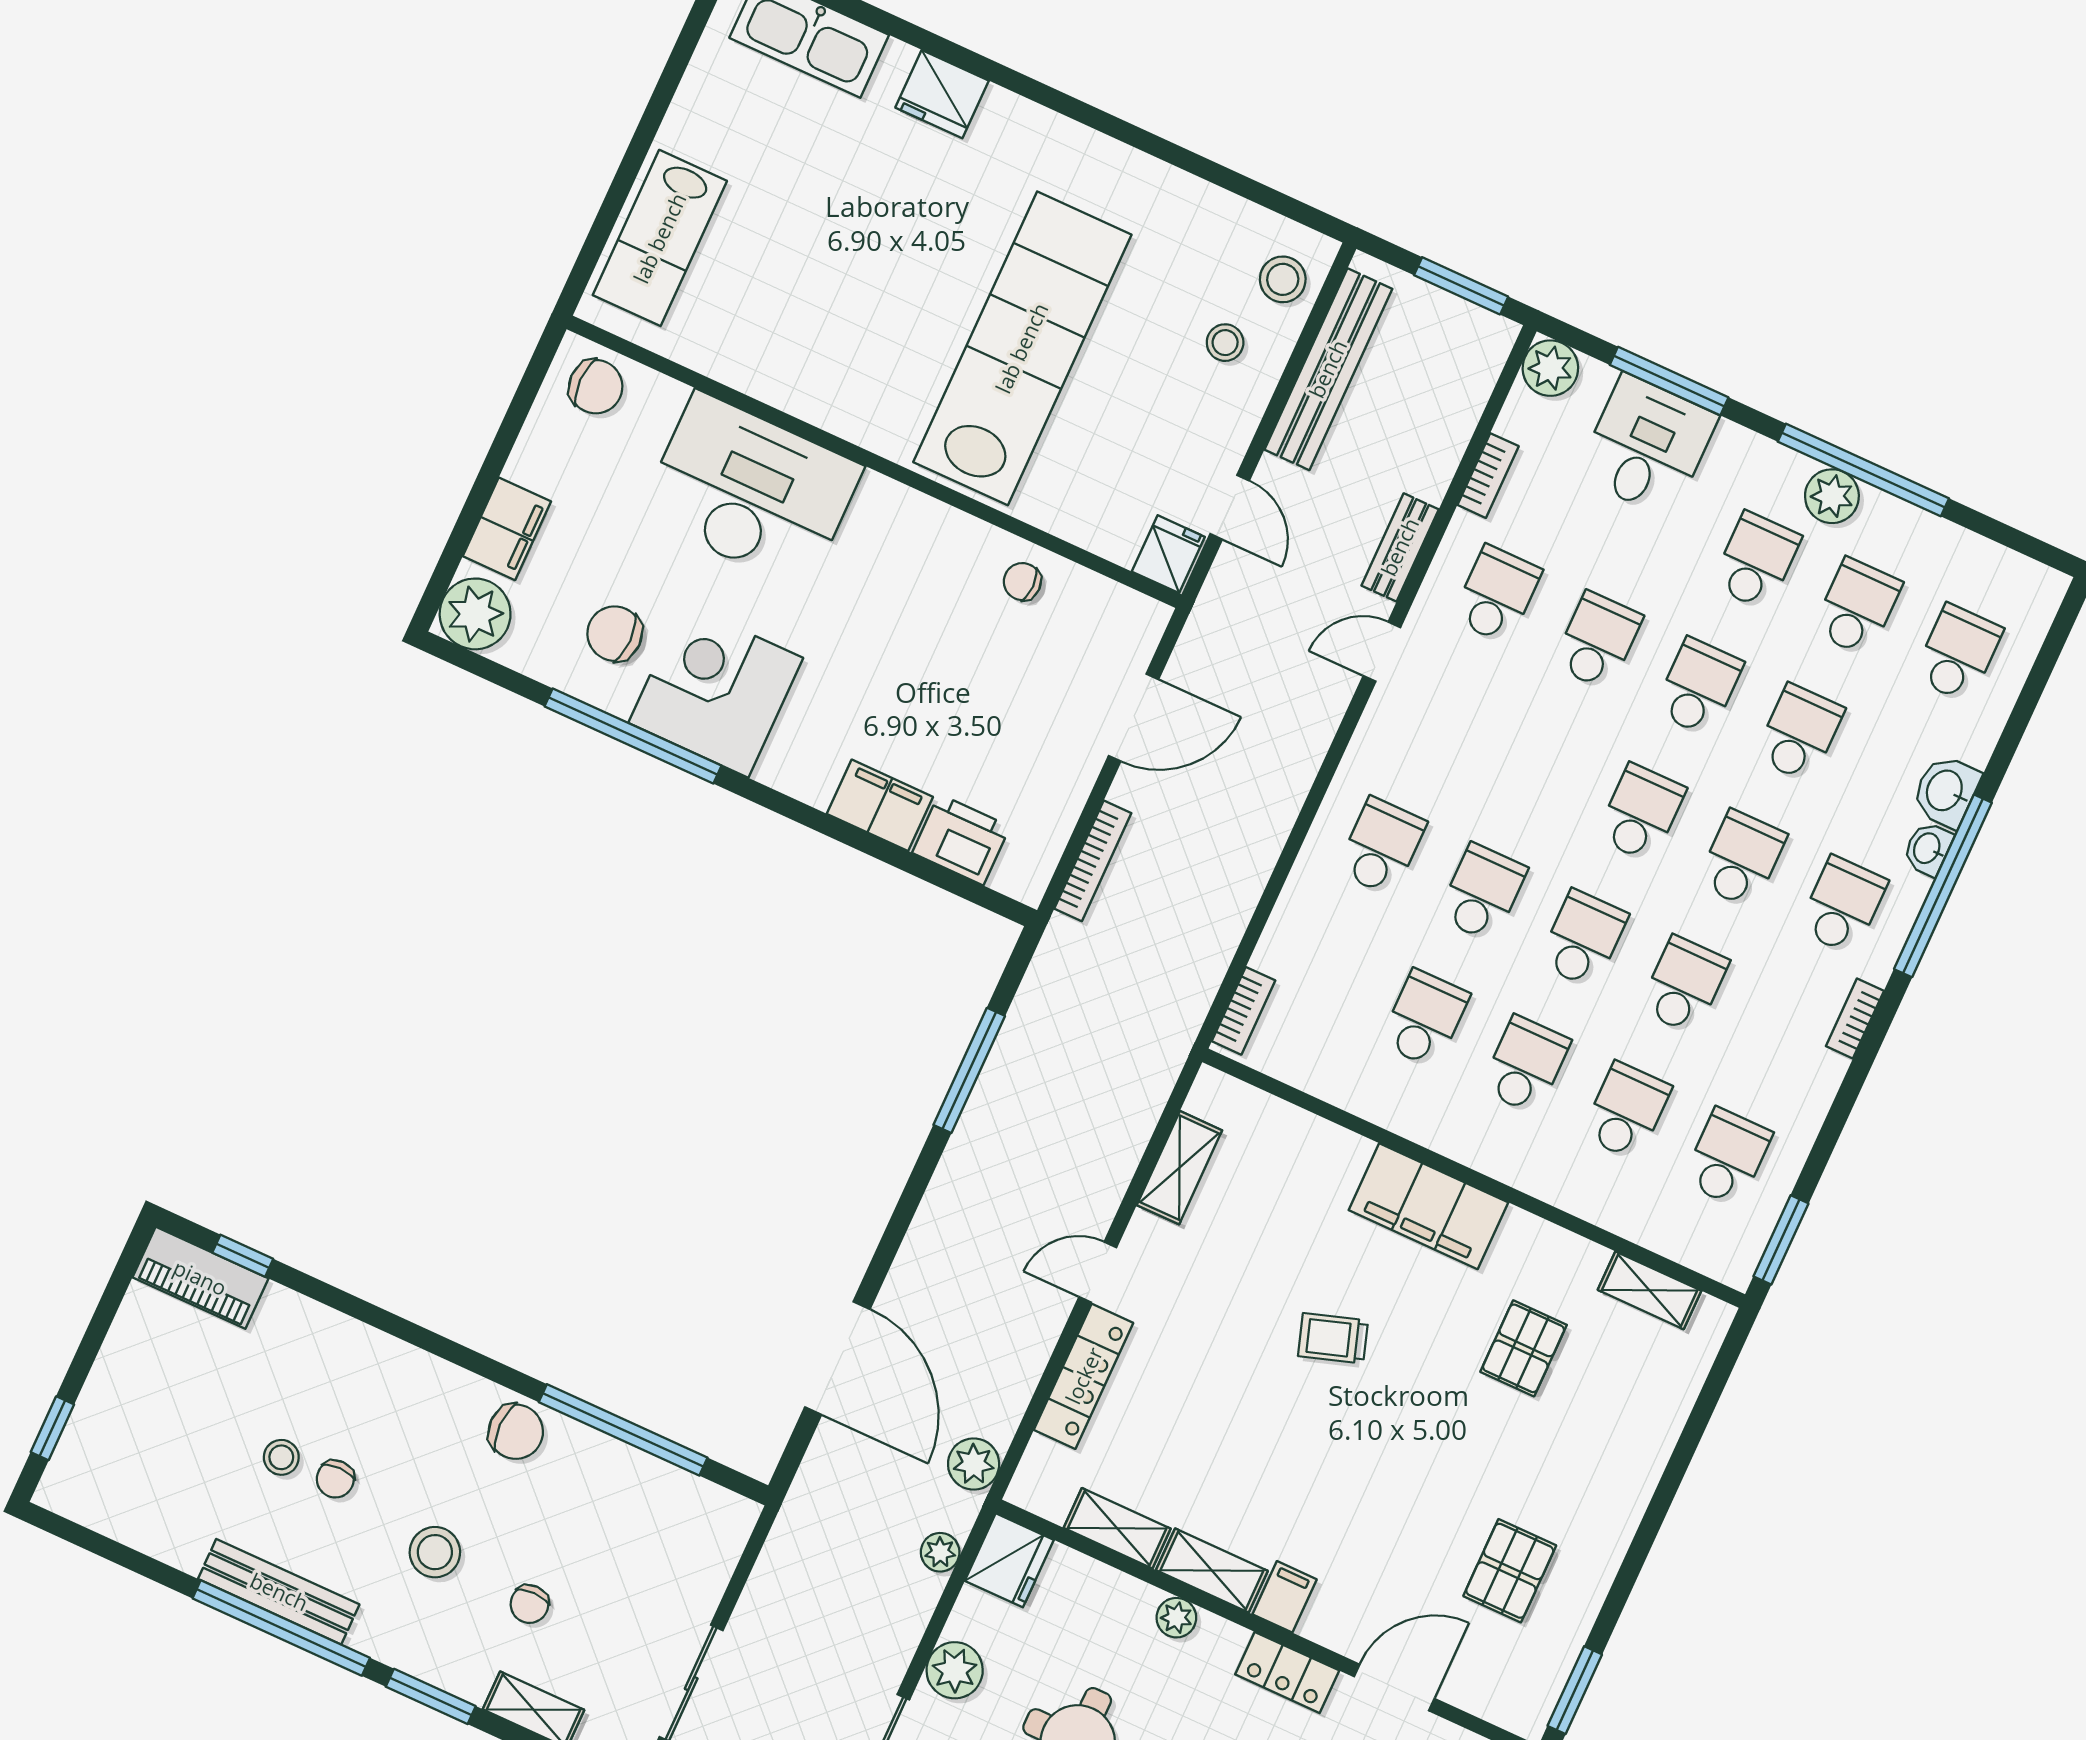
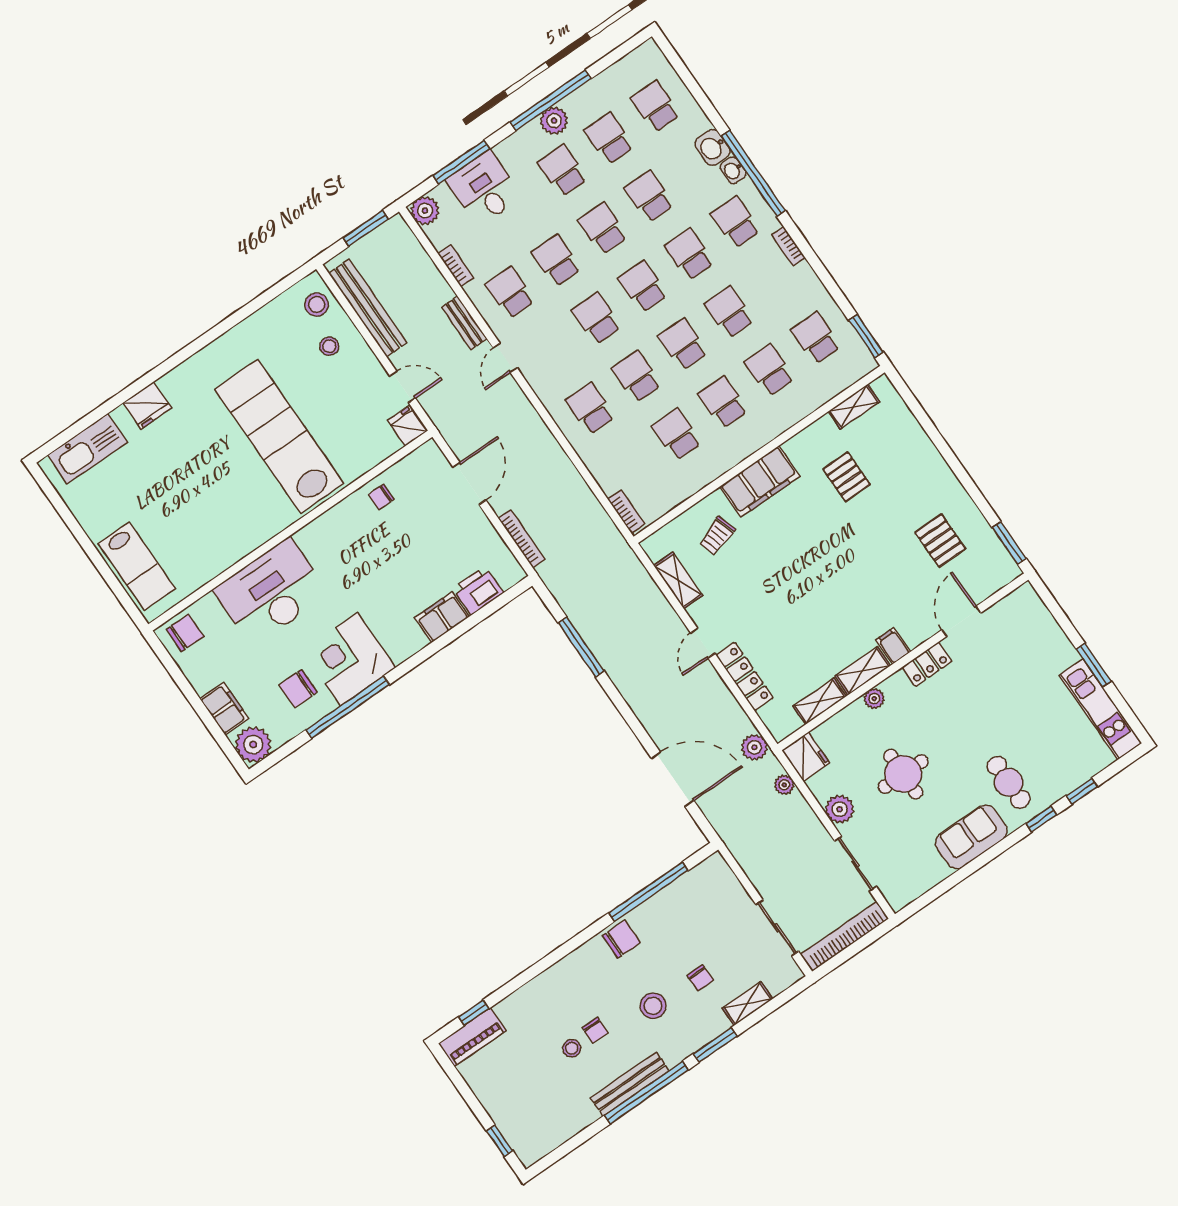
school desk: (1540, 767) -> (596, 319), added
trolley: (1333, 1338) -> (717, 536), moved

